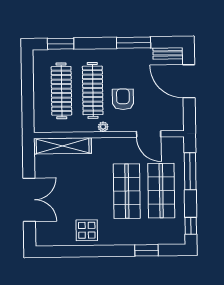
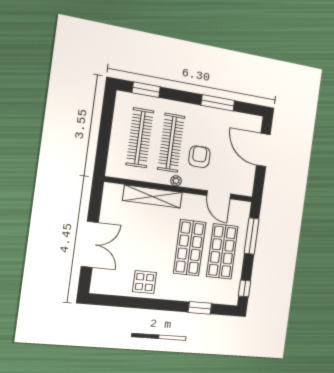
bench: (168, 53) -> (248, 120), removed
shelving: (63, 146) -> (153, 196), moved

